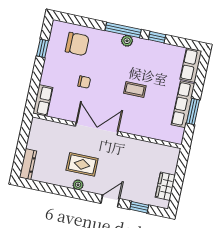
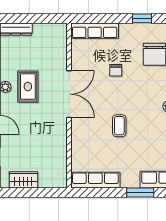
row of seats: (43, 100) -> (95, 31), width x1.48
row of seats: (183, 104) -> (95, 180), moved
window: (193, 112) -> (140, 193), moved

